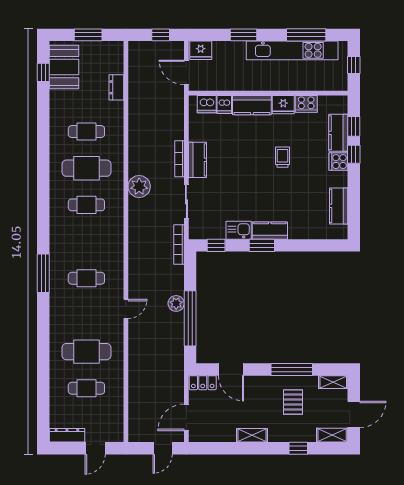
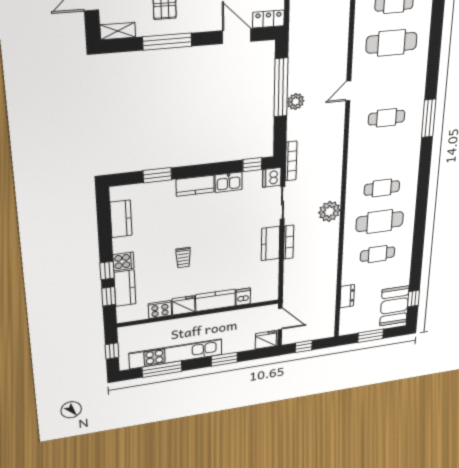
dishwasher: (207, 104) -> (272, 177), moved, turned -90
window: (262, 245) -> (157, 175), moved

